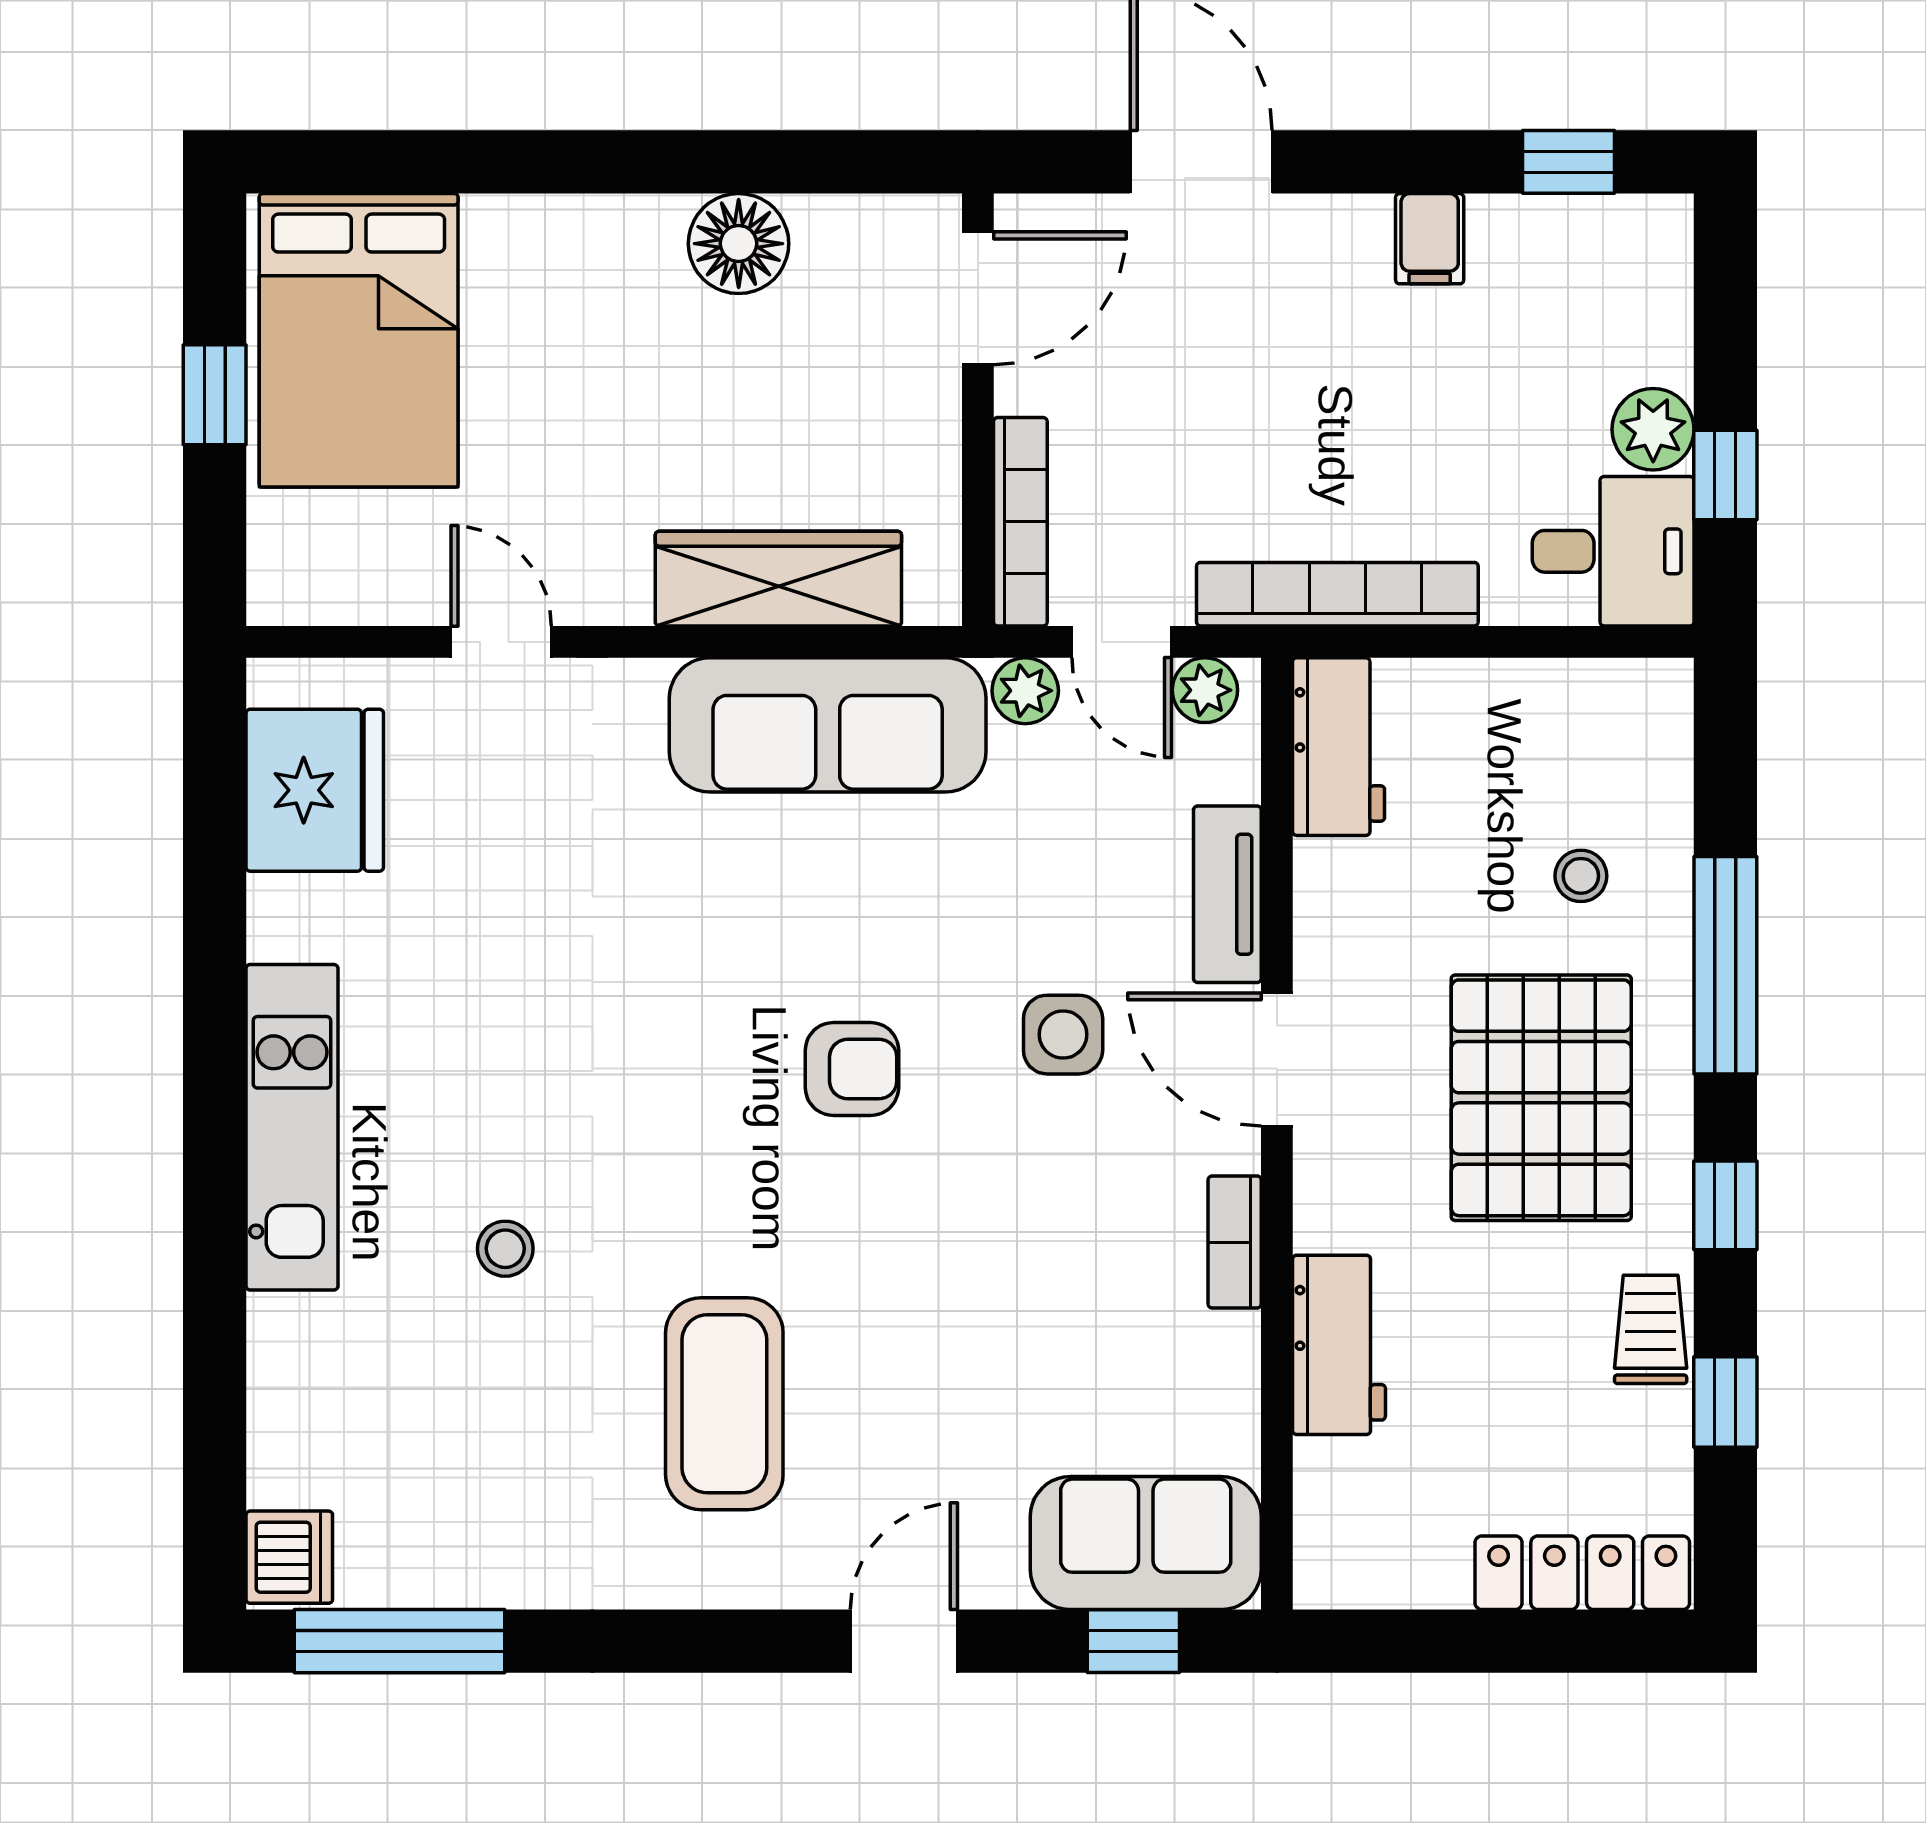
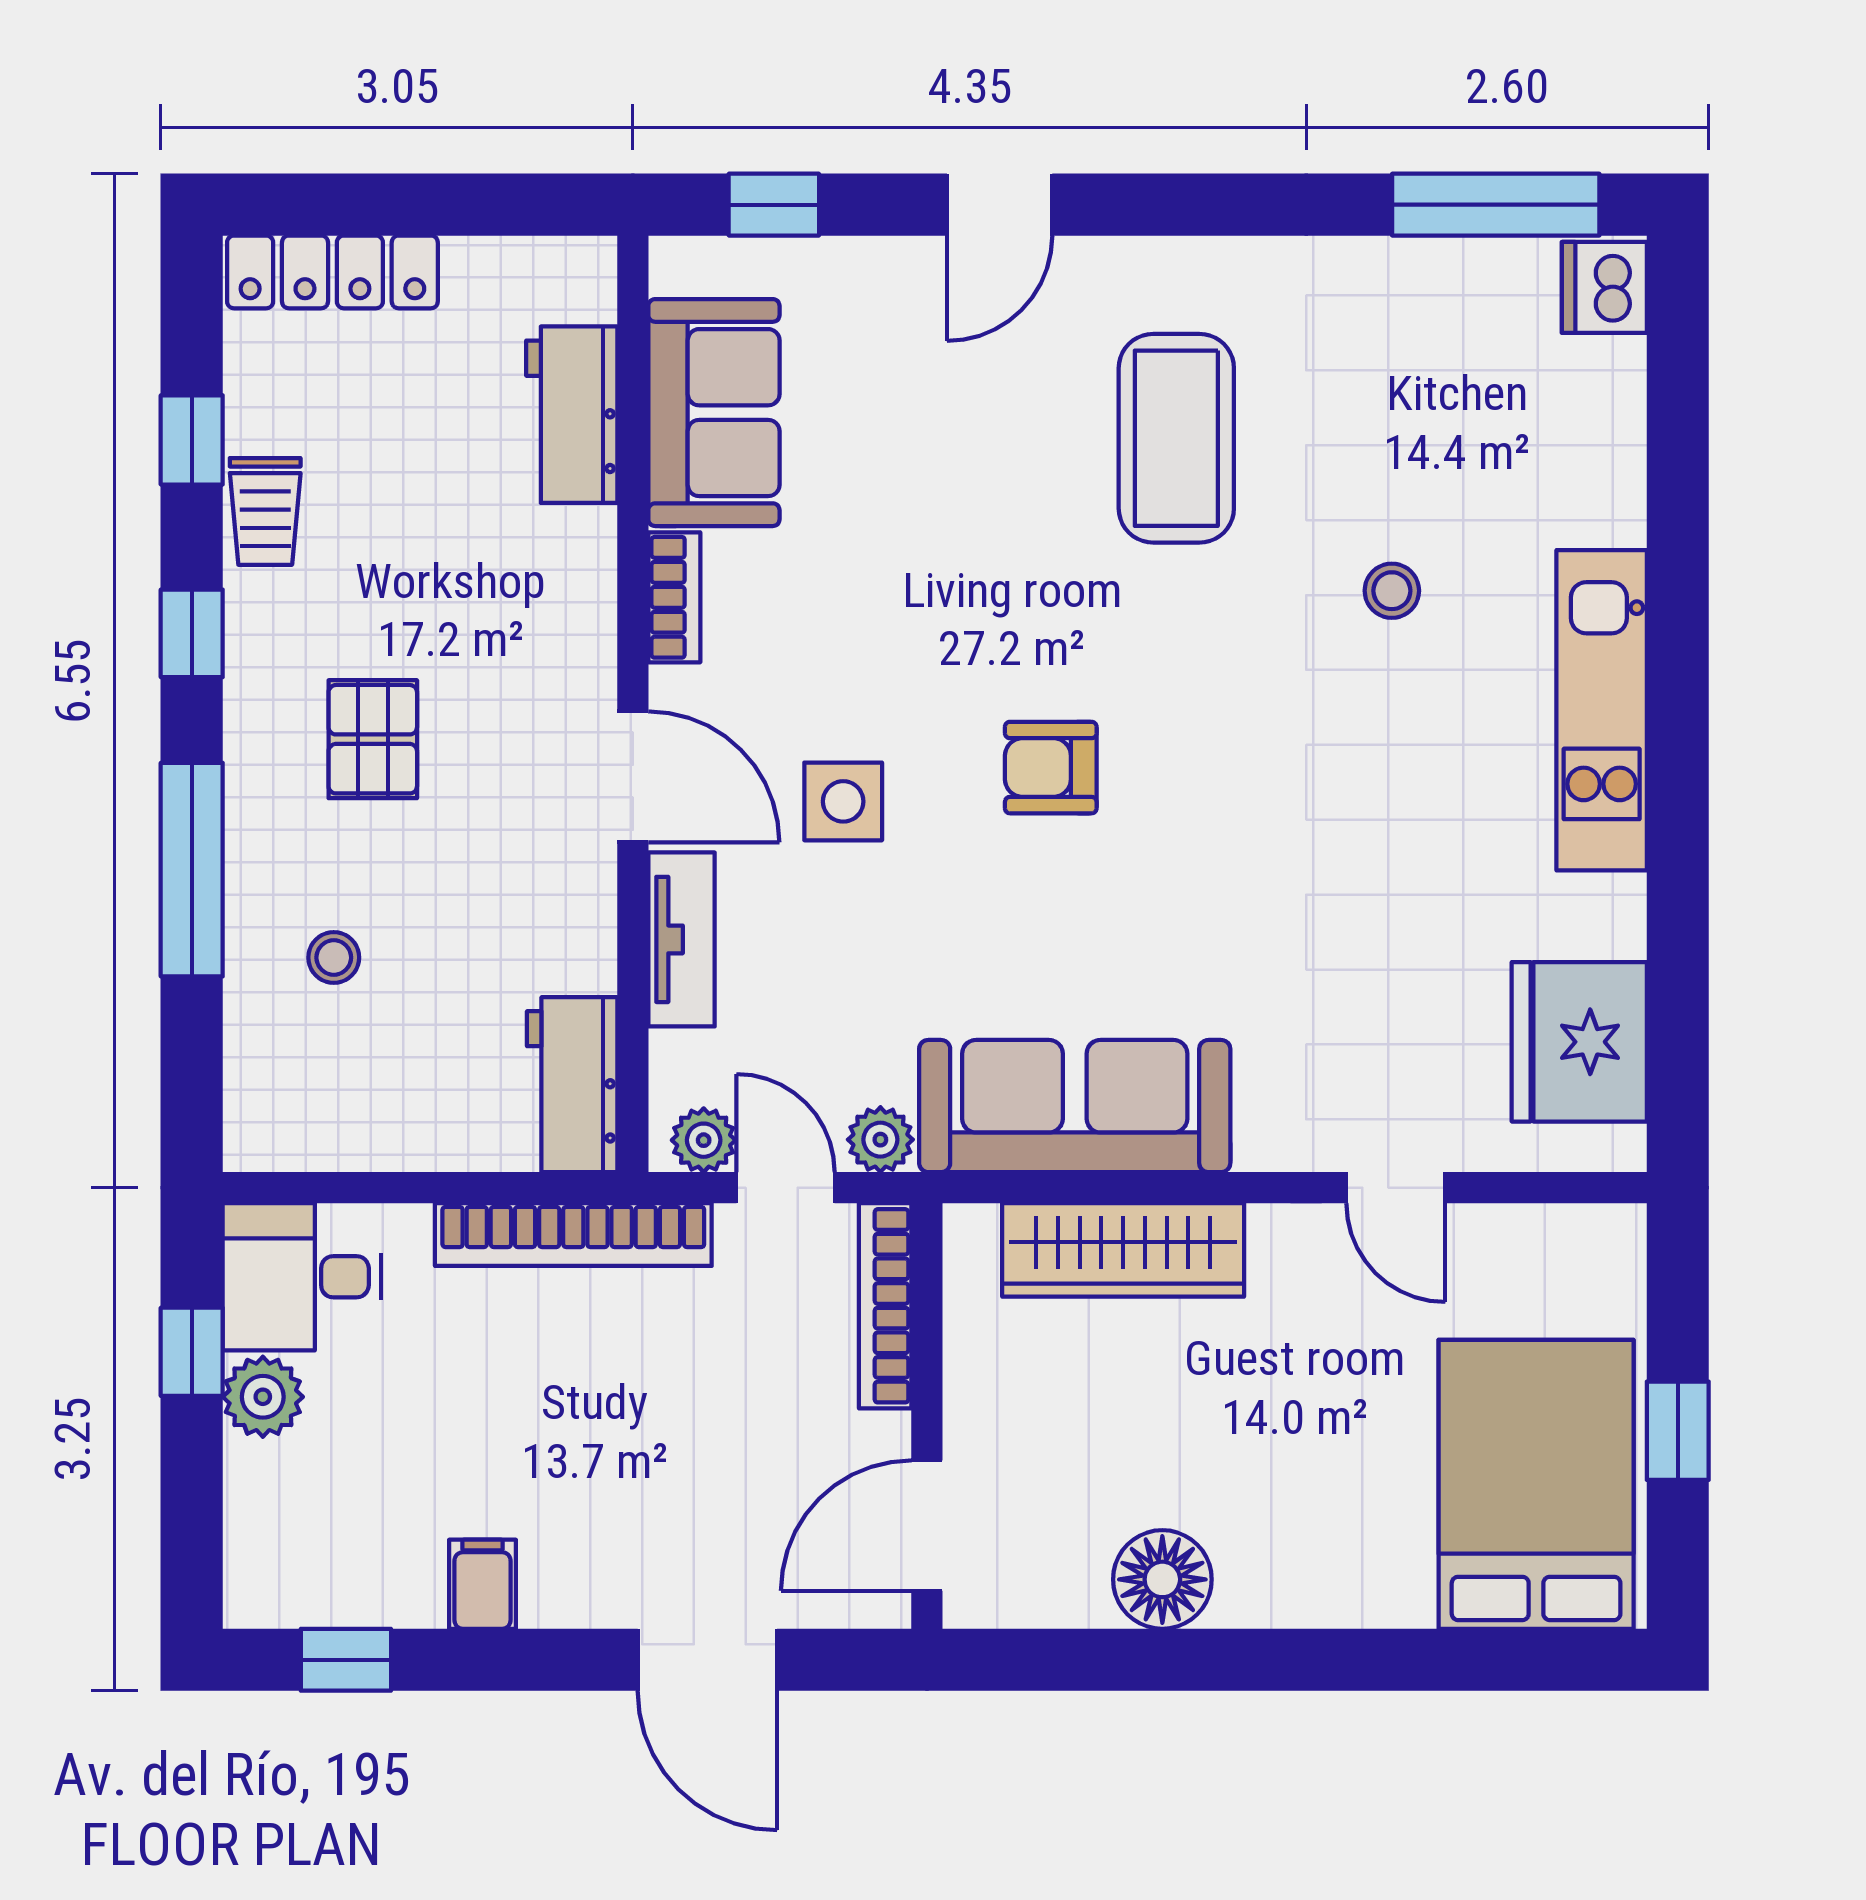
pallet: (1541, 1098) -> (373, 739), width x0.49, depth x0.50
workbench: (1339, 1345) -> (572, 415), moved
sofa: (1146, 1543) -> (714, 413), moved, turned -90

